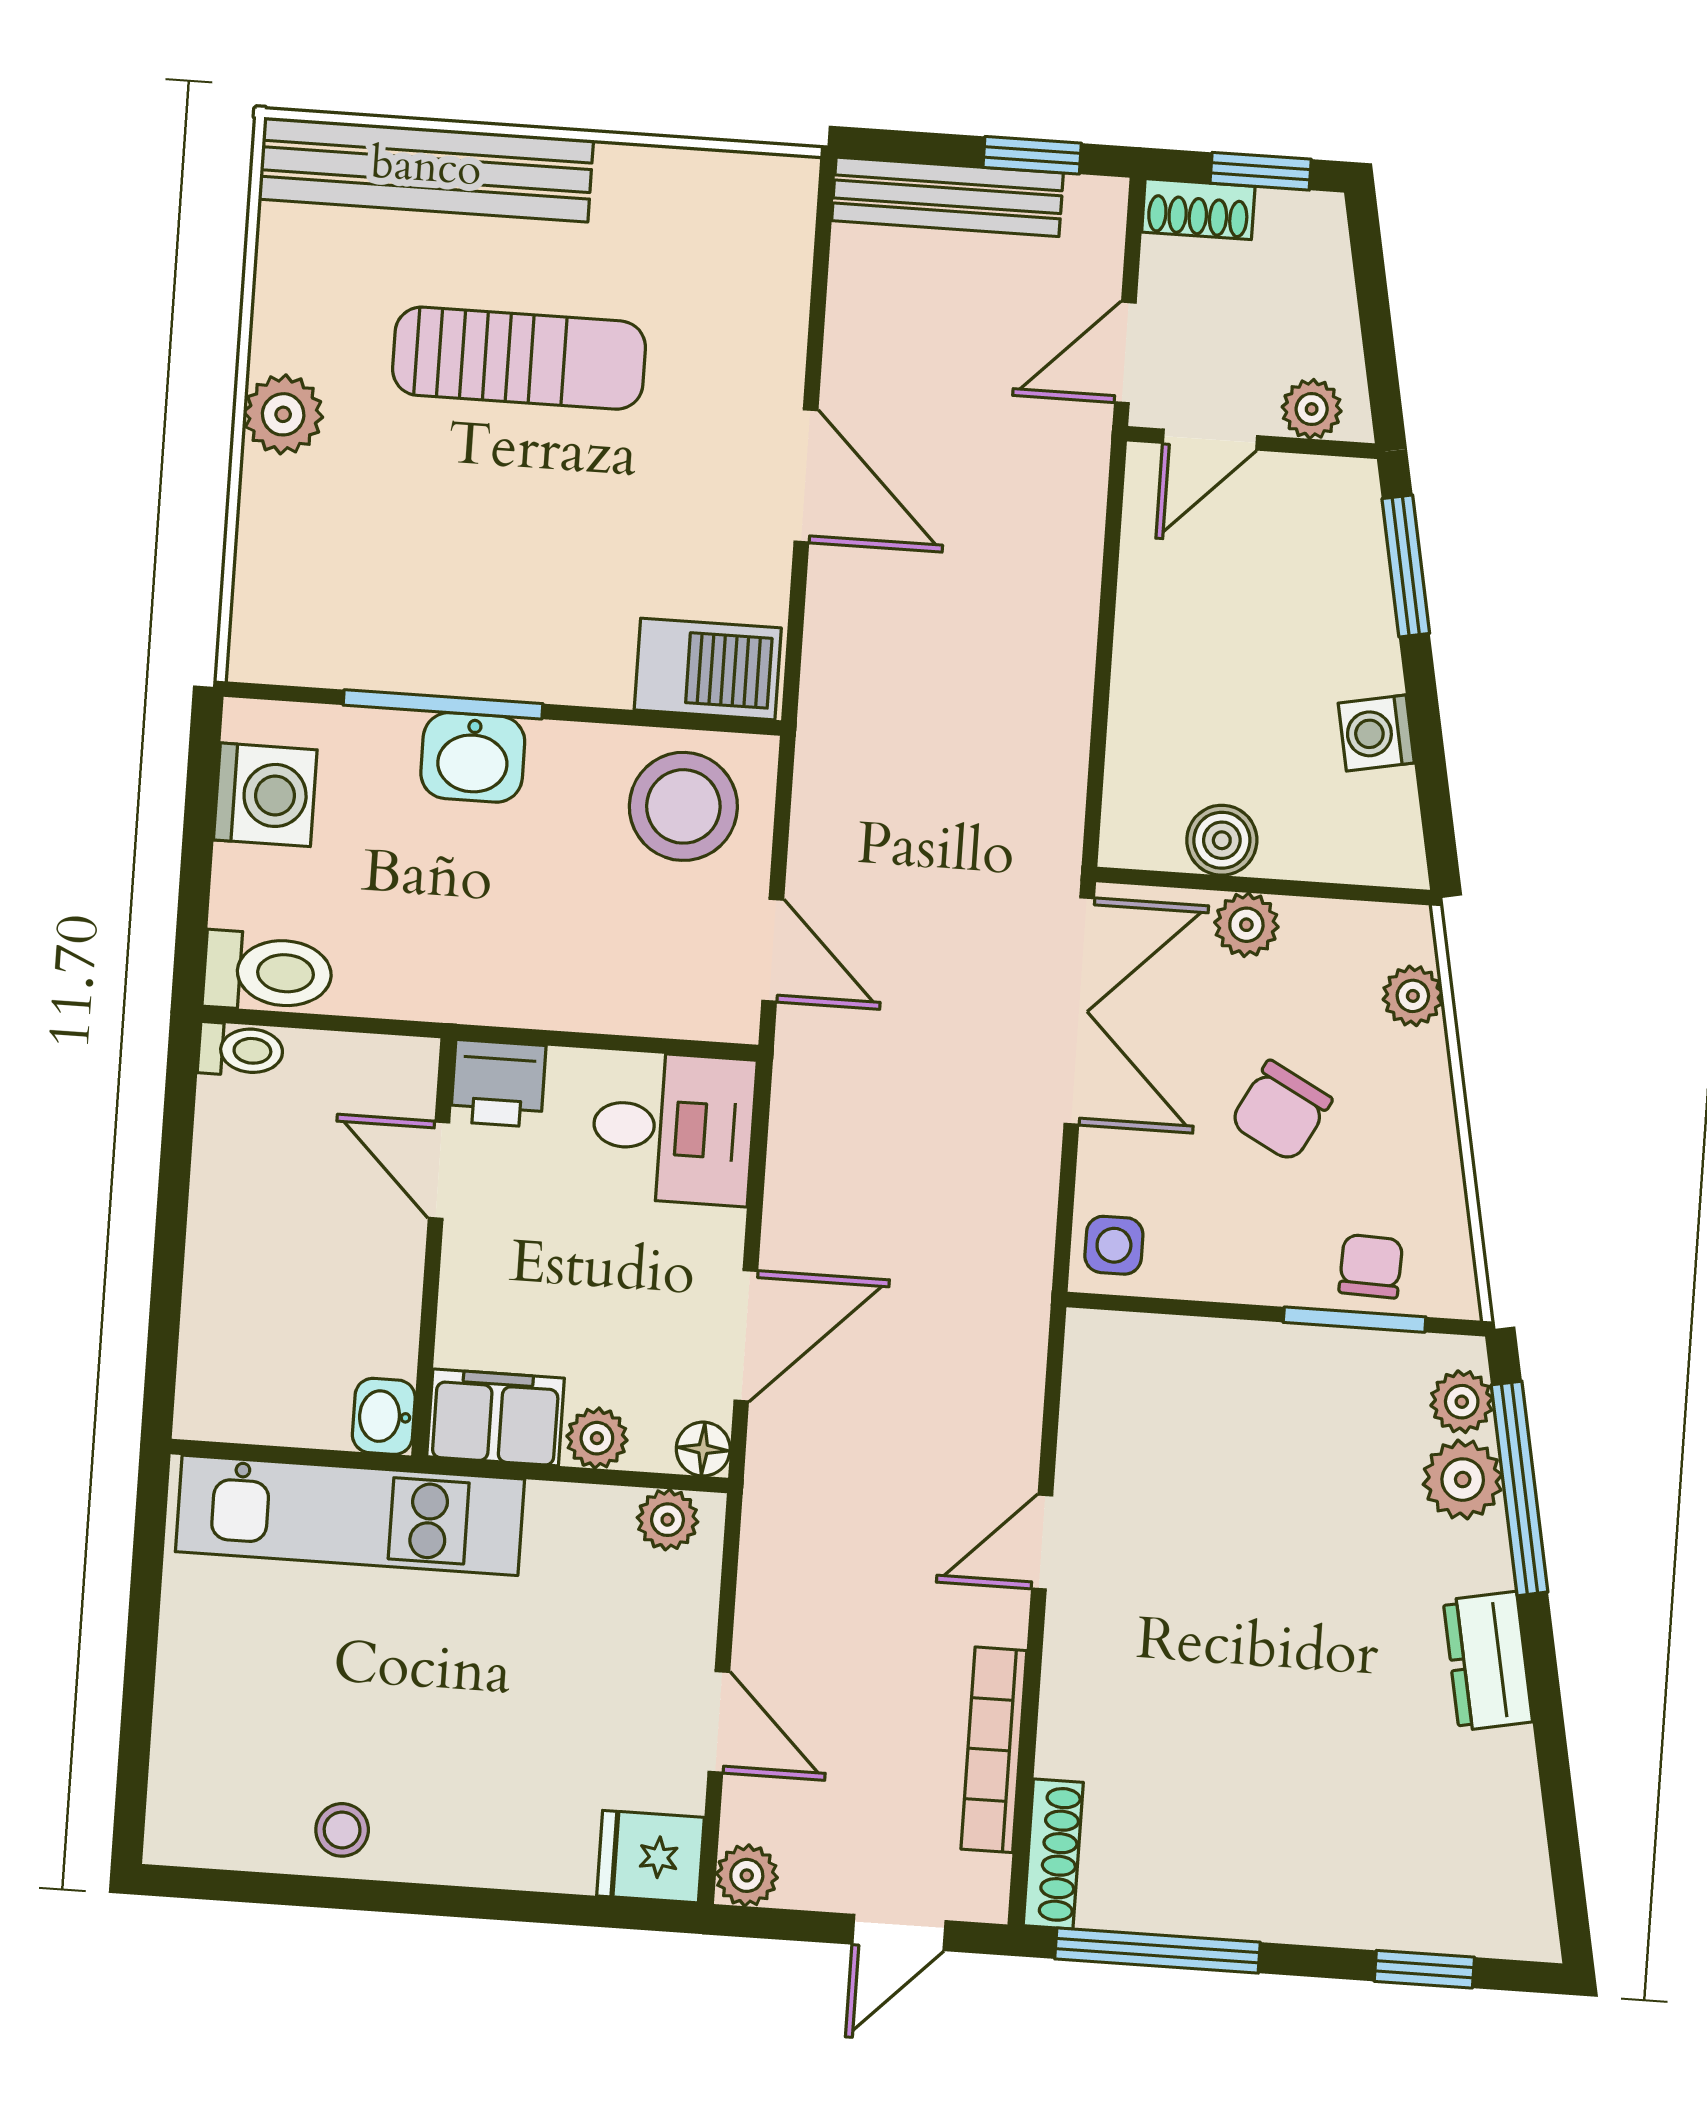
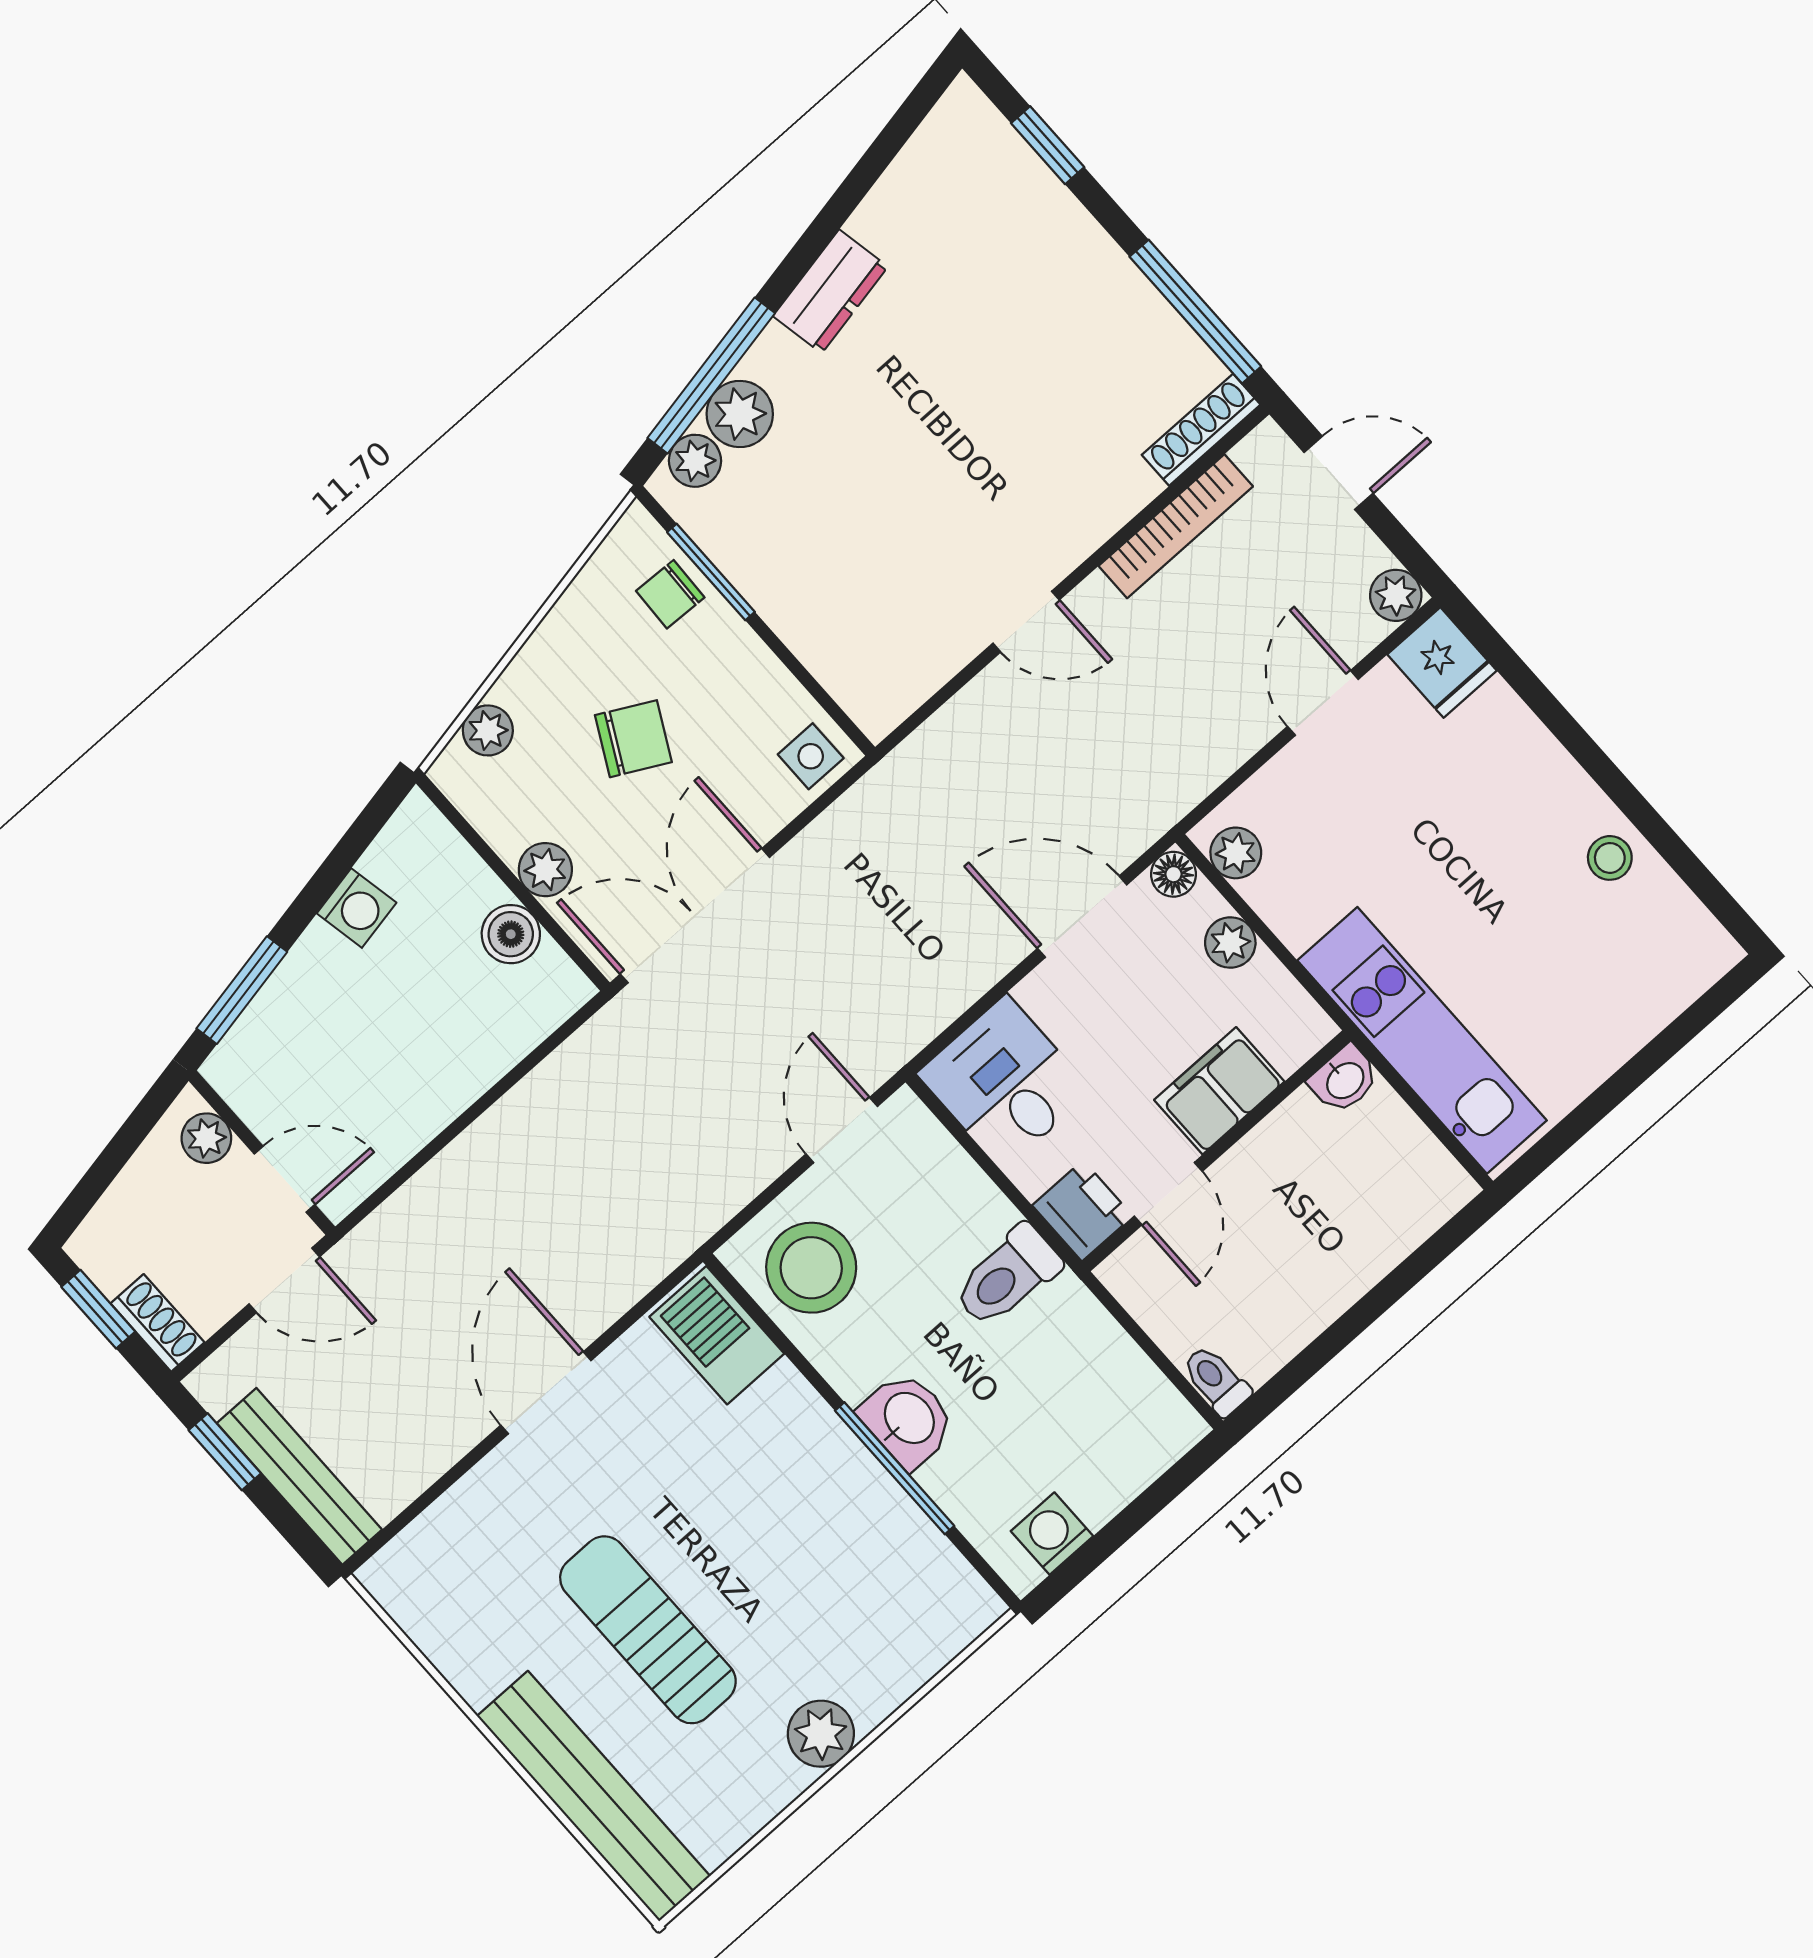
washing machine: (265, 795) -> (1052, 1534), width x0.73, depth x0.73
toilet: (268, 972) -> (1007, 1276), moved, turned -90
filing cabinet: (496, 1417) -> (1219, 1091), moved, turned 90

